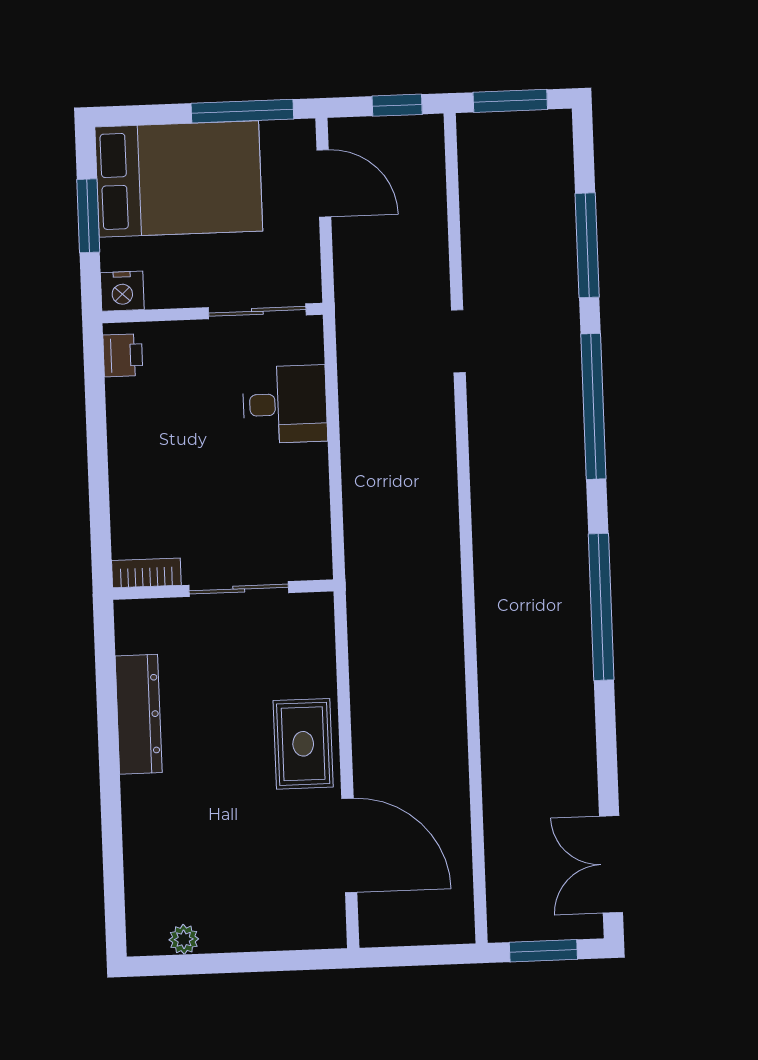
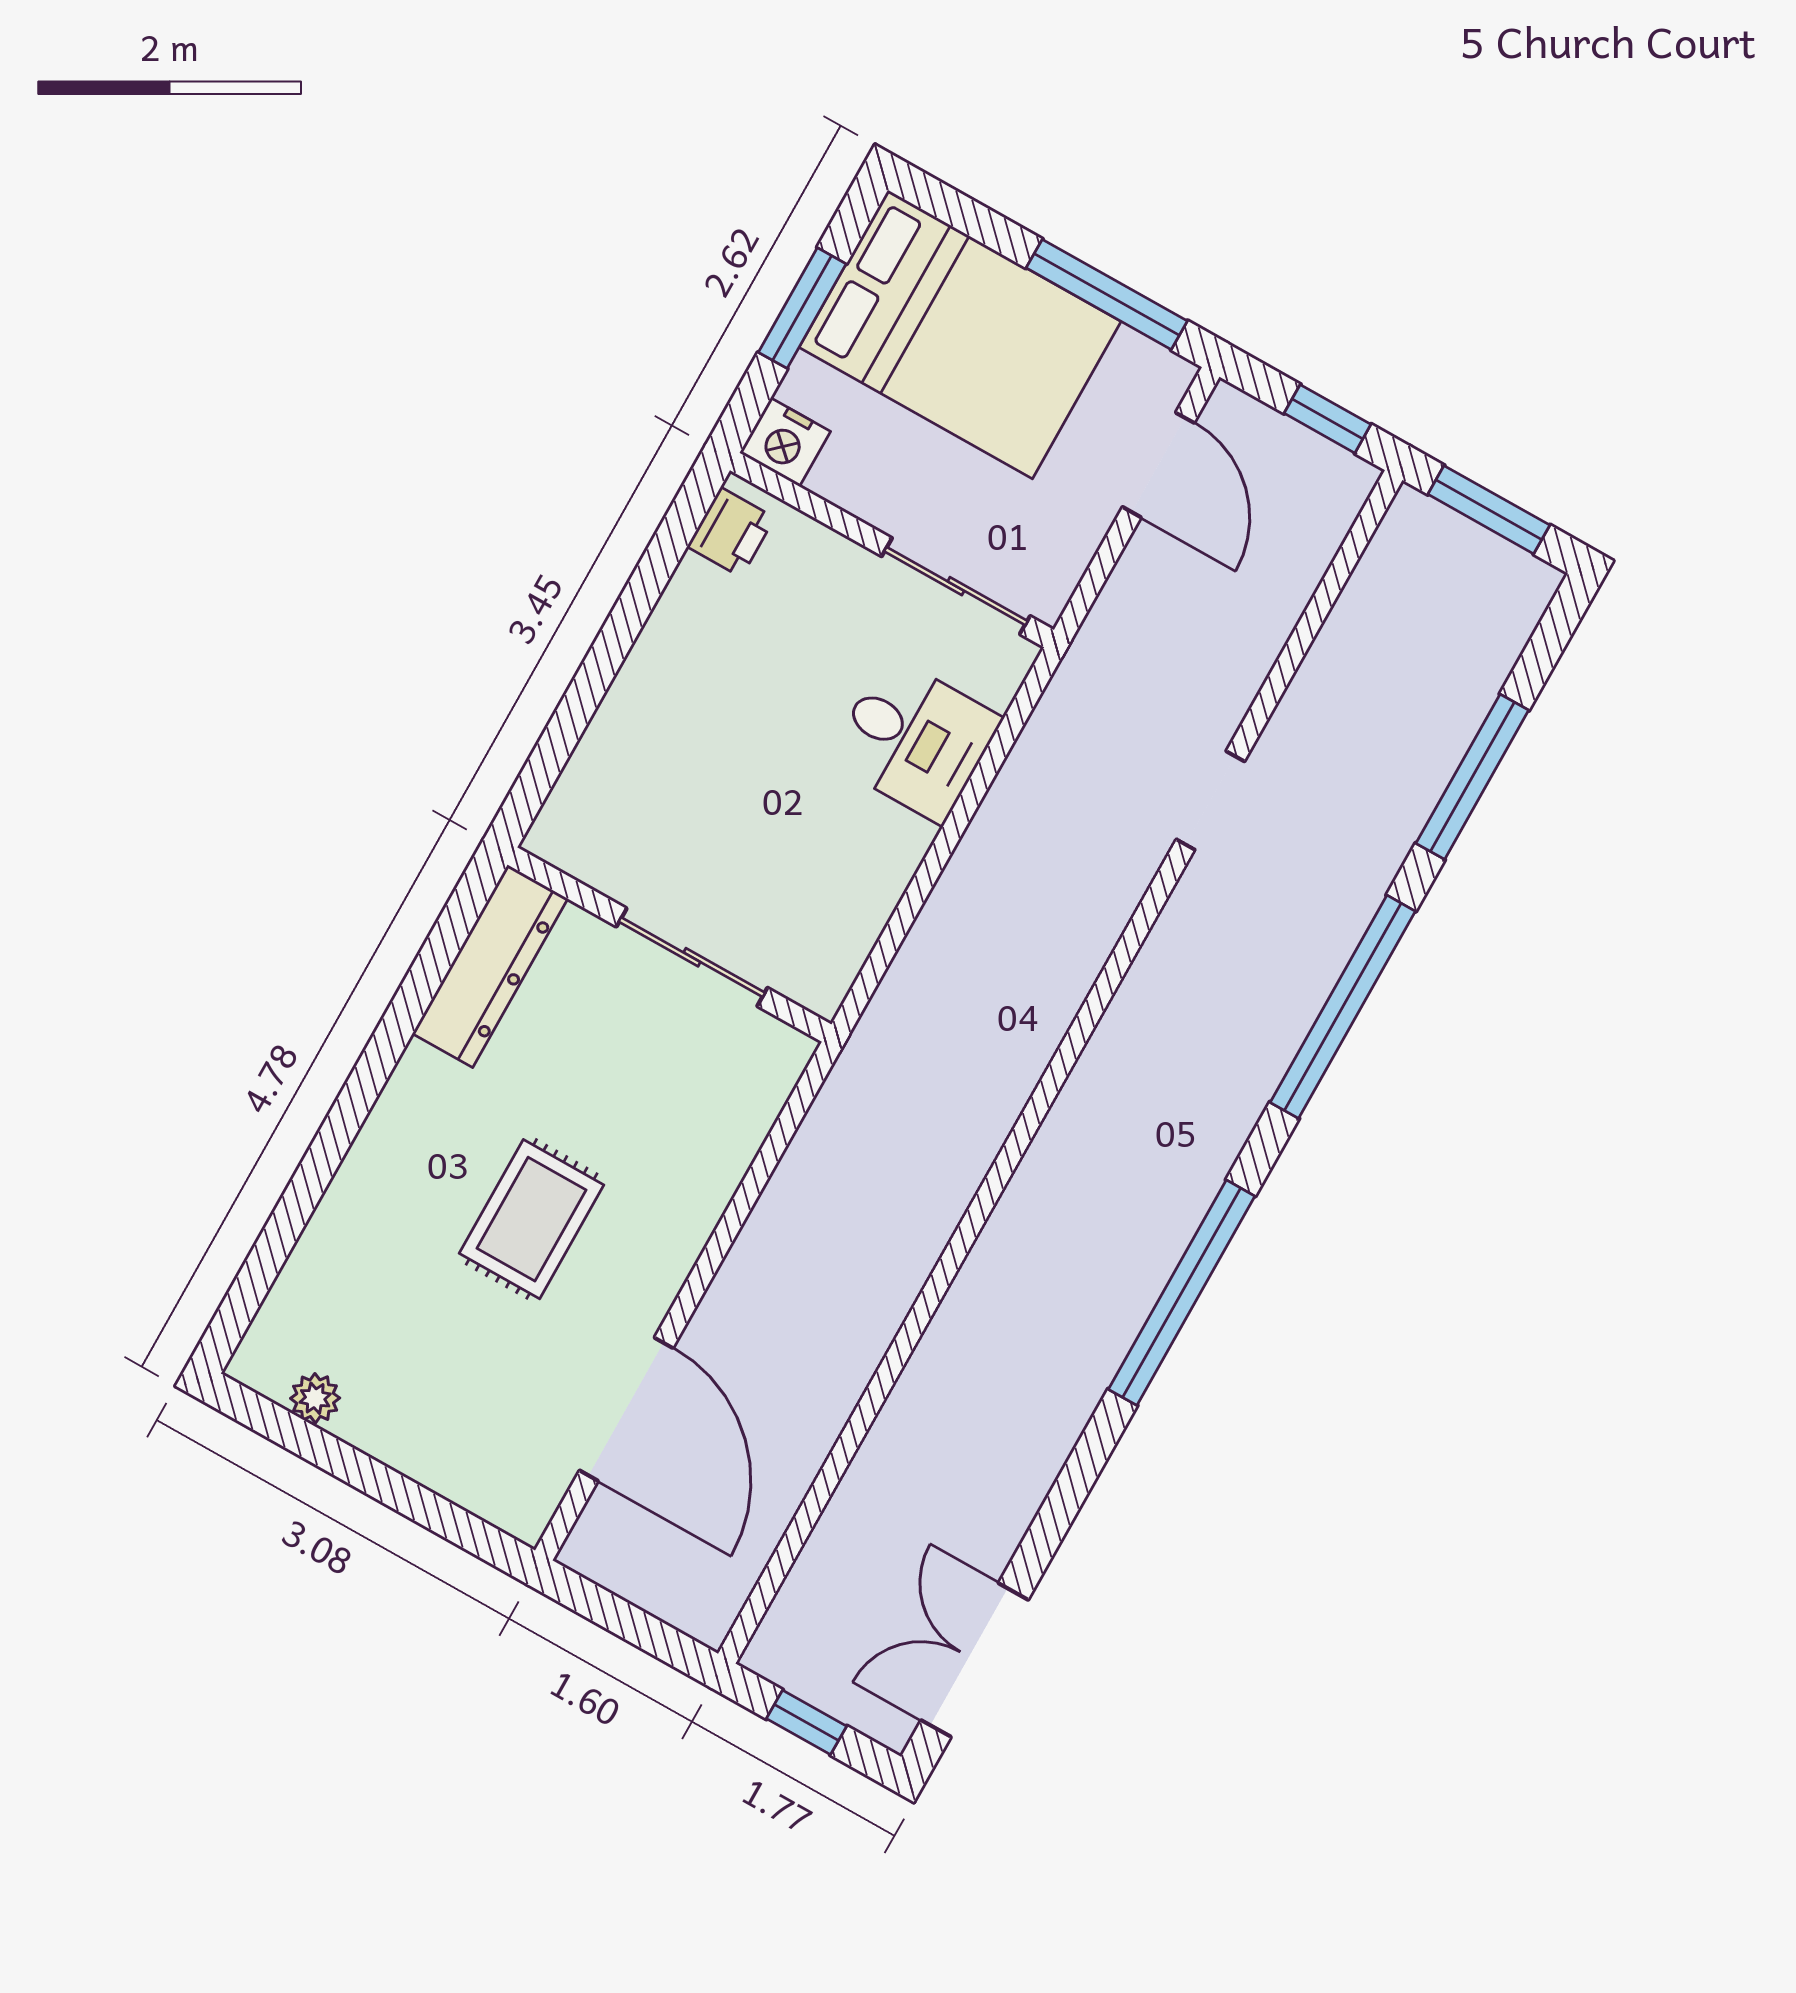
bookcase: (146, 573) -> (577, 855), removed
dresser: (139, 714) -> (490, 966), moved
rug: (303, 744) -> (531, 1219), moved
window: (543, 951) -> (806, 1722), width x0.67

